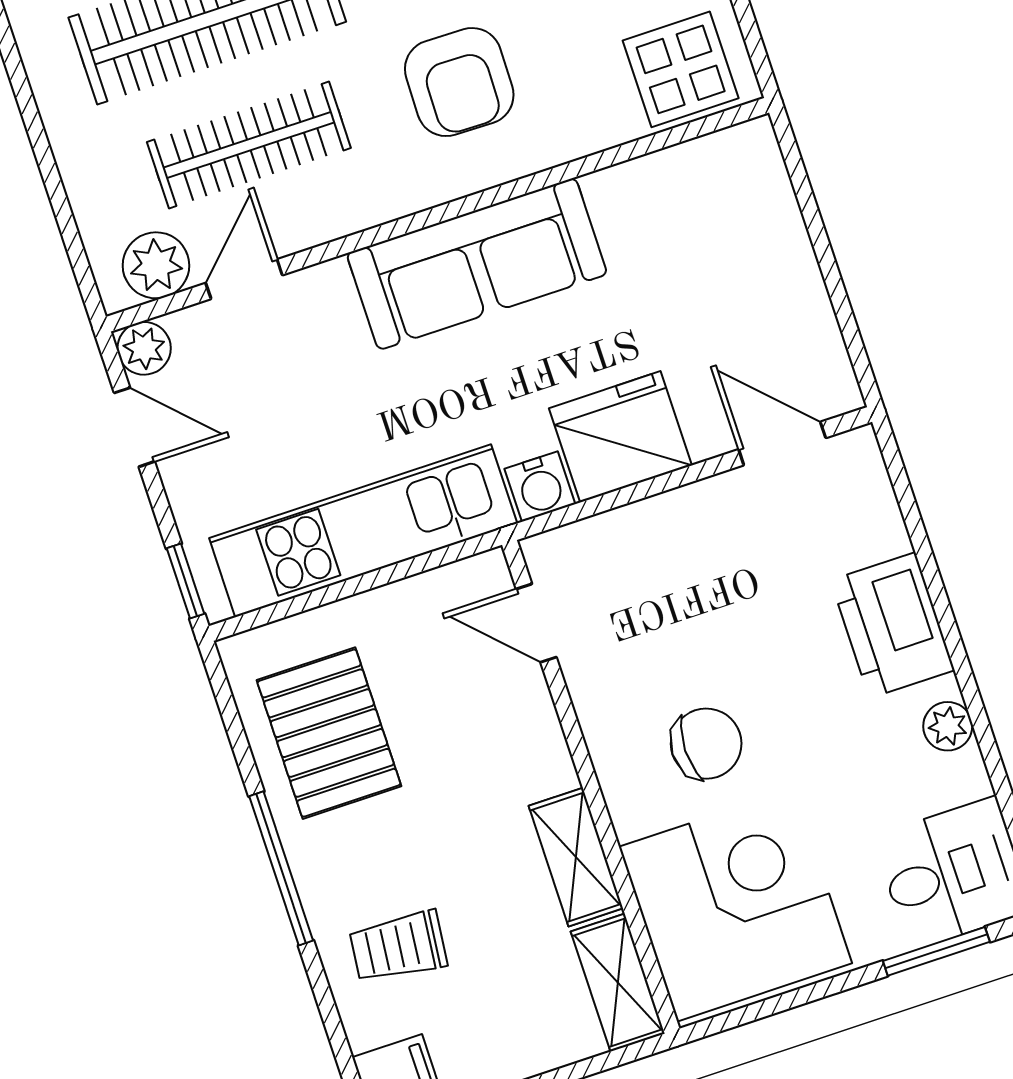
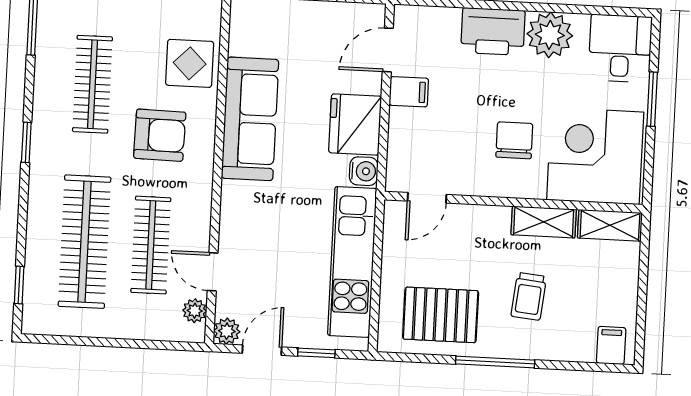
display table: (681, 69) -> (190, 63), moved
sofa: (477, 264) -> (250, 119), moved
plant: (156, 265) -> (195, 311), width x0.73, depth x0.73
filing cabinet: (720, 513) -> (409, 92), added
window: (186, 581) -> (316, 353), moved
plant: (948, 726) -> (550, 35), width x1.88, depth x1.88
trolley: (398, 947) -> (529, 296), moved
window: (936, 951) -> (652, 99), moved

